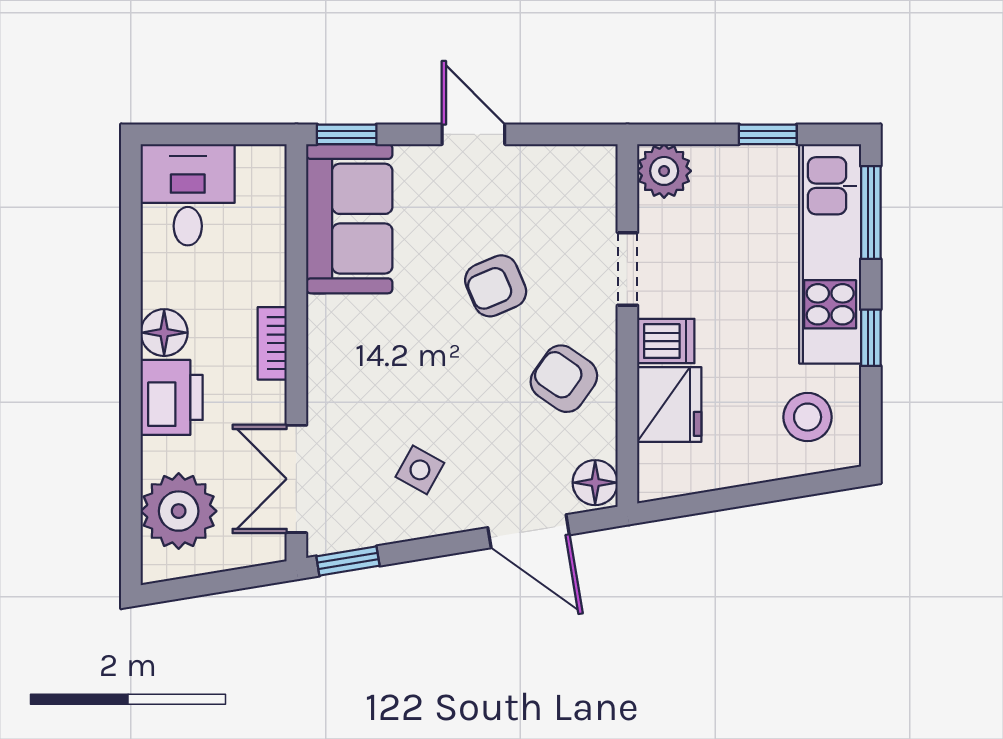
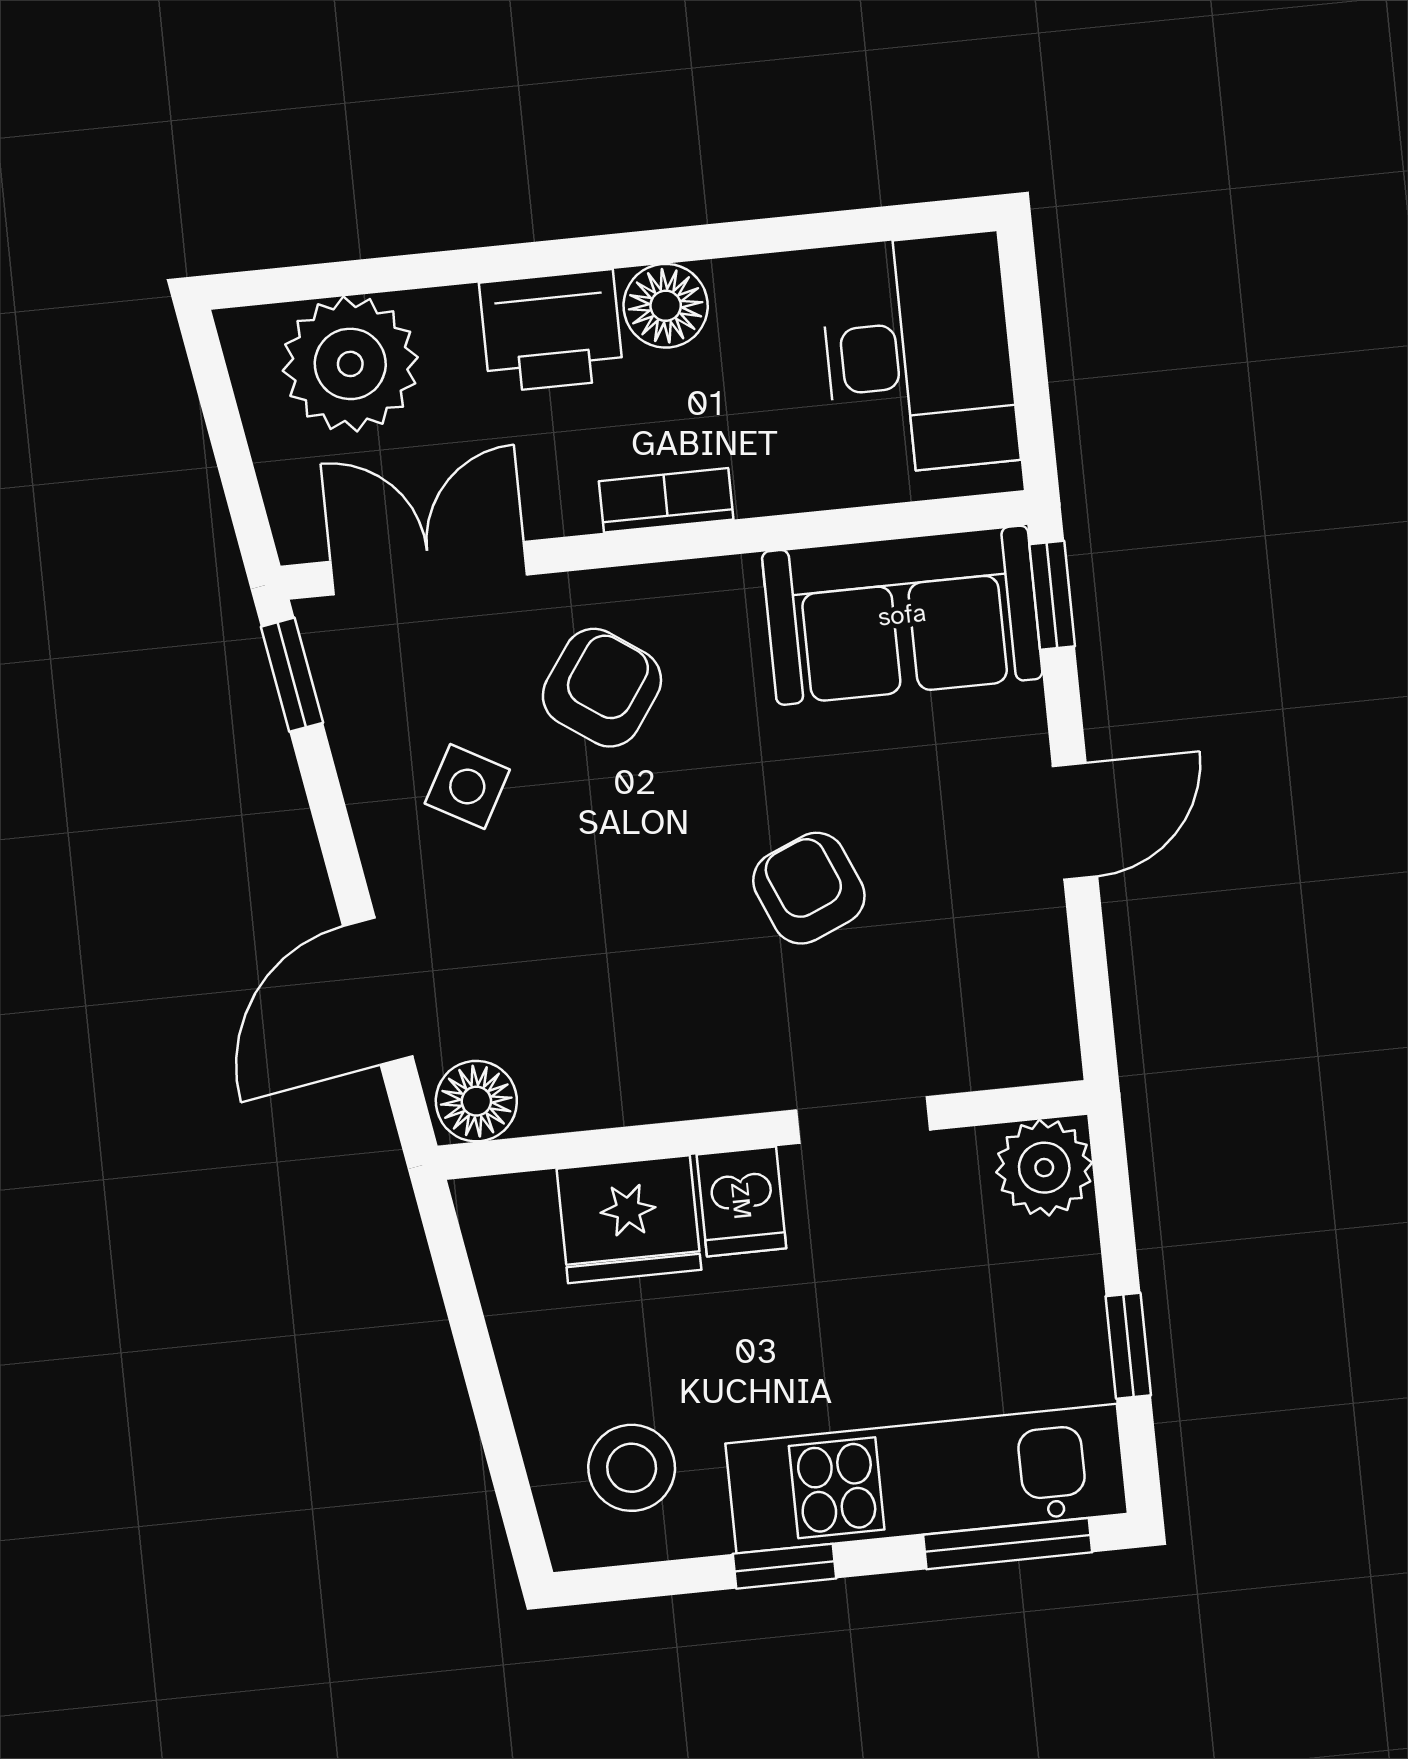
desk: (188, 195) -> (919, 354), width x1.37
armchair: (564, 379) -> (602, 688), moved

